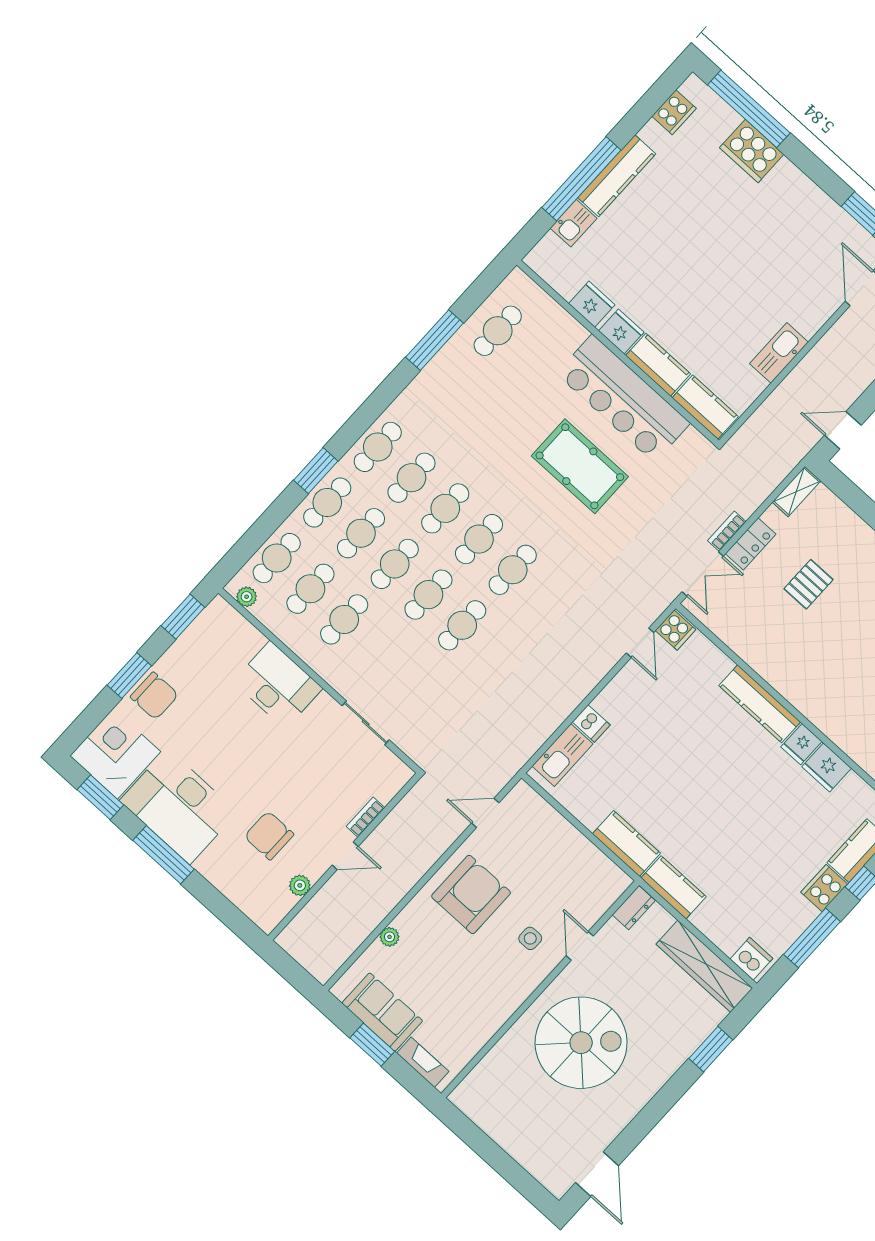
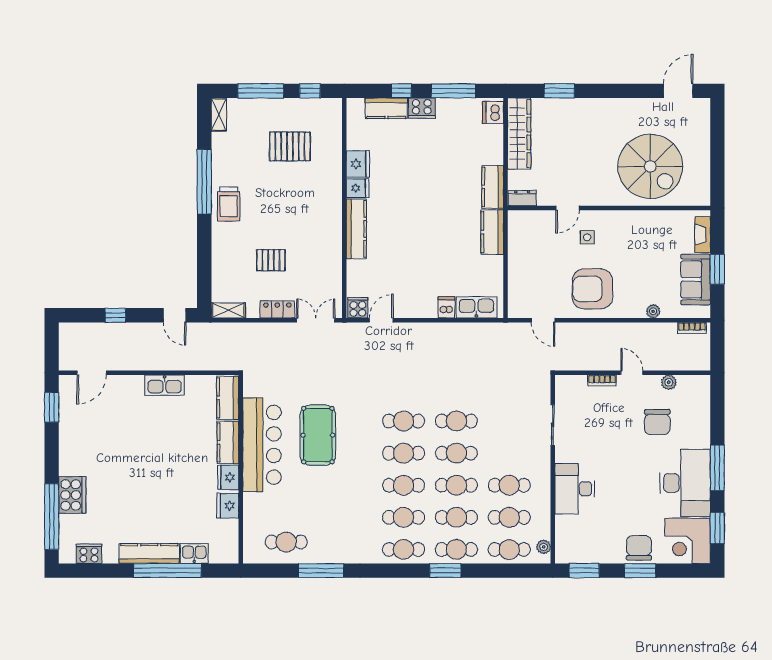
bookcase: (727, 531) -> (692, 328), moved
spiral stairs: (581, 1043) -> (650, 166), moved, turned 180

